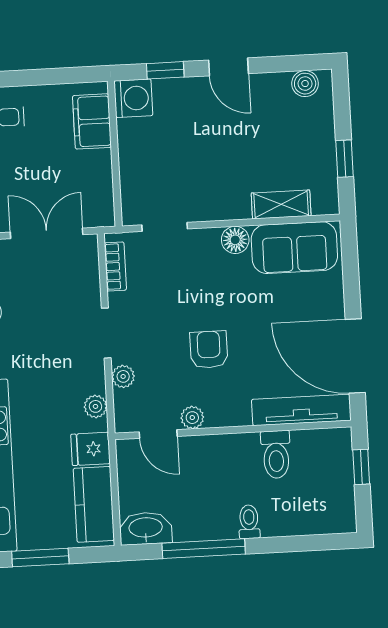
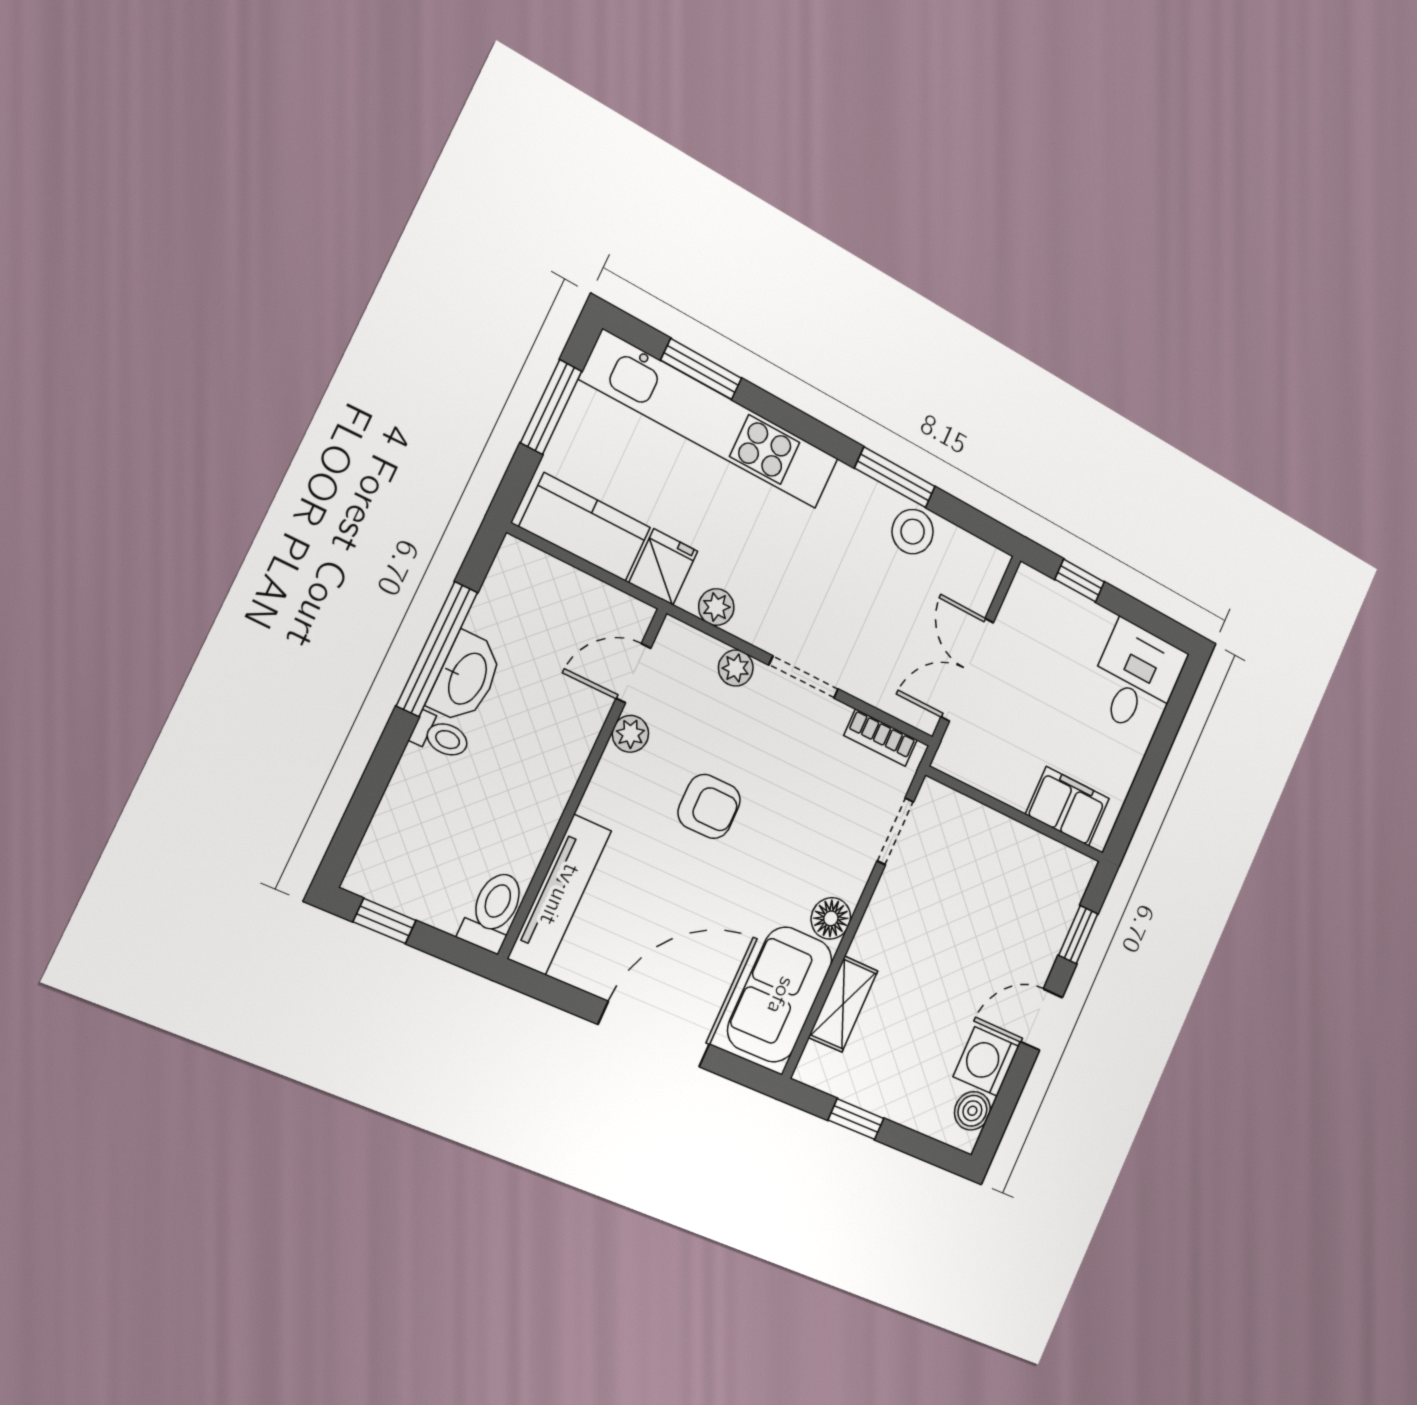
washing machine: (133, 98) -> (986, 1062), moved, turned 90
double door: (47, 233) -> (967, 670), swing flipped
door: (355, 356) -> (654, 1034), moved
toilet: (276, 454) -> (493, 911), moved, turned 90
window: (361, 467) -> (385, 921), moved
washbasin: (146, 528) -> (466, 678), moved

